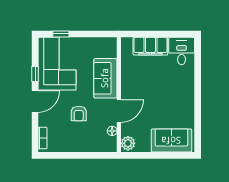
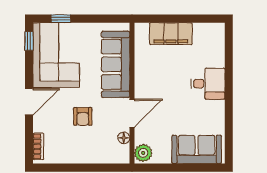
desk: (182, 51) -> (208, 84), moved, turned 90
window: (35, 74) -> (29, 41), moved
sofa: (105, 78) -> (116, 64), width x1.36

